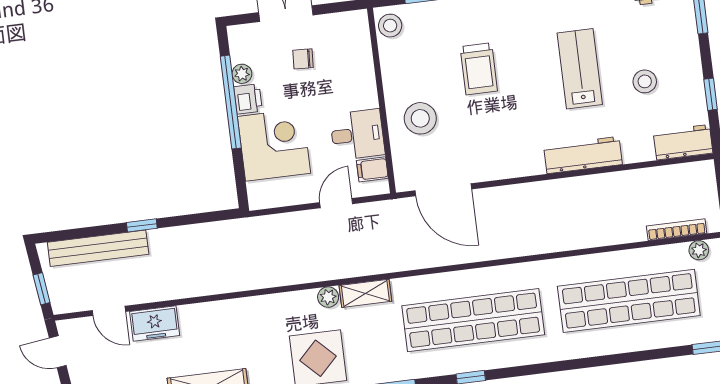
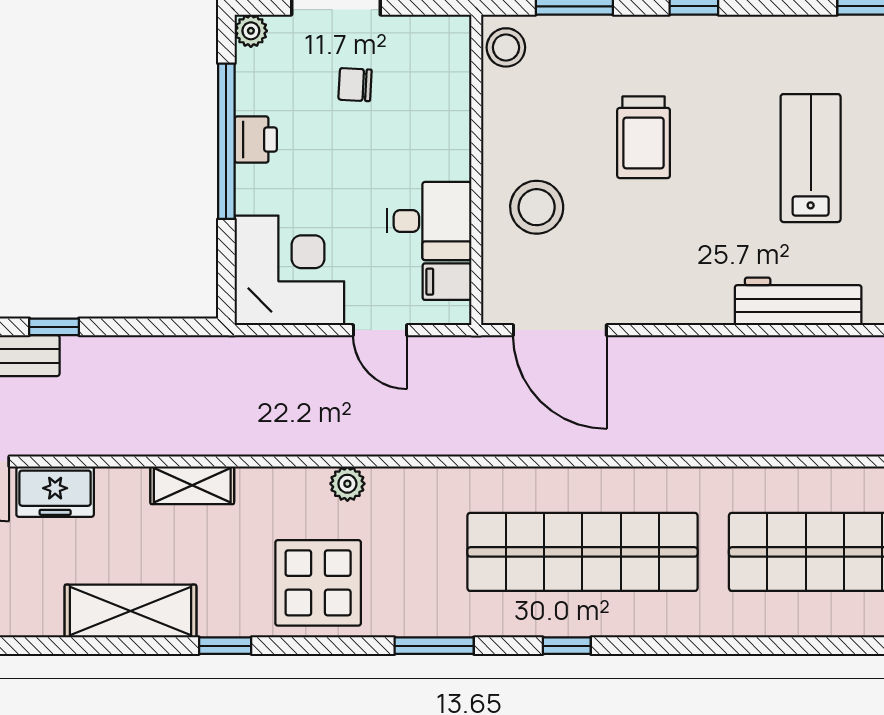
plant: (242, 74) -> (251, 31), moved
corner desk: (274, 145) -> (289, 270), moved
door: (336, 203) -> (380, 330), swing flipped
shelving: (365, 293) -> (192, 485), moved

